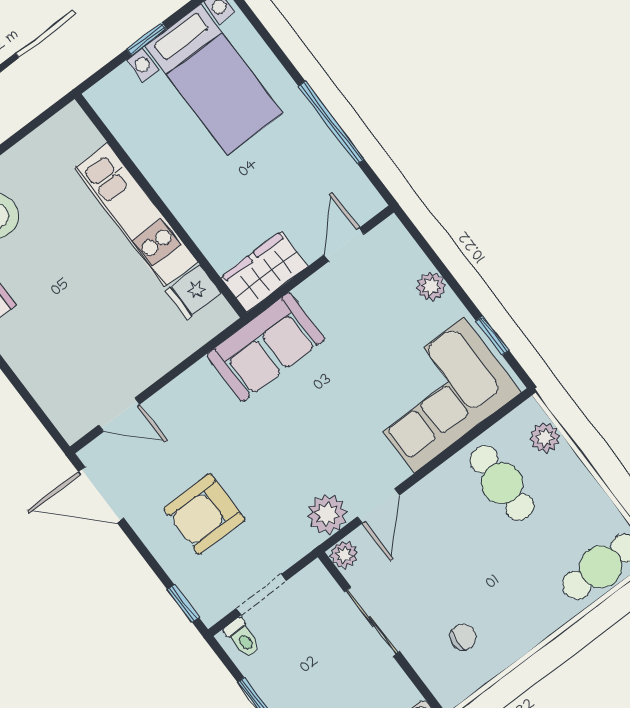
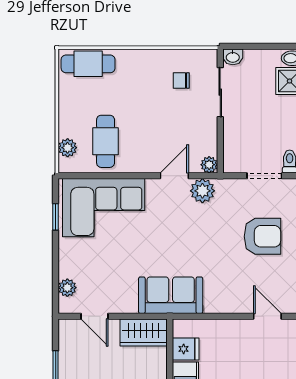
door: (344, 245) -> (95, 316), hinge flipped
plant: (431, 286) -> (67, 288), moved
sliding door: (372, 622) -> (220, 92), moved

